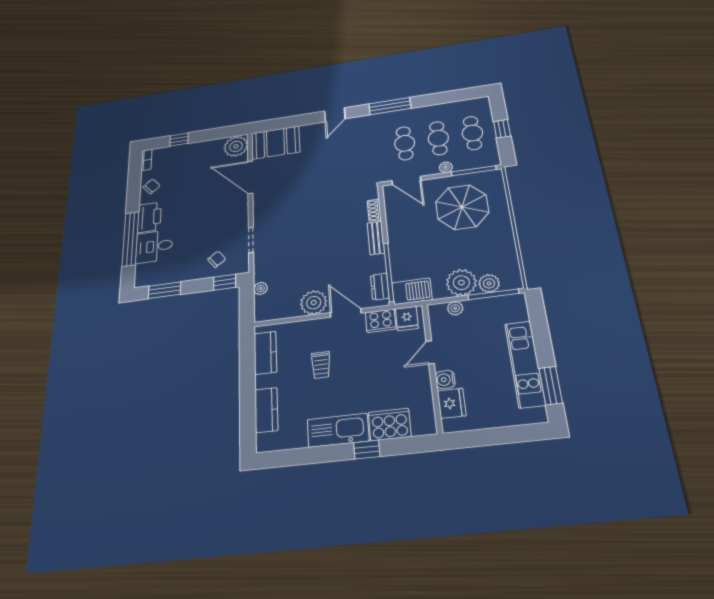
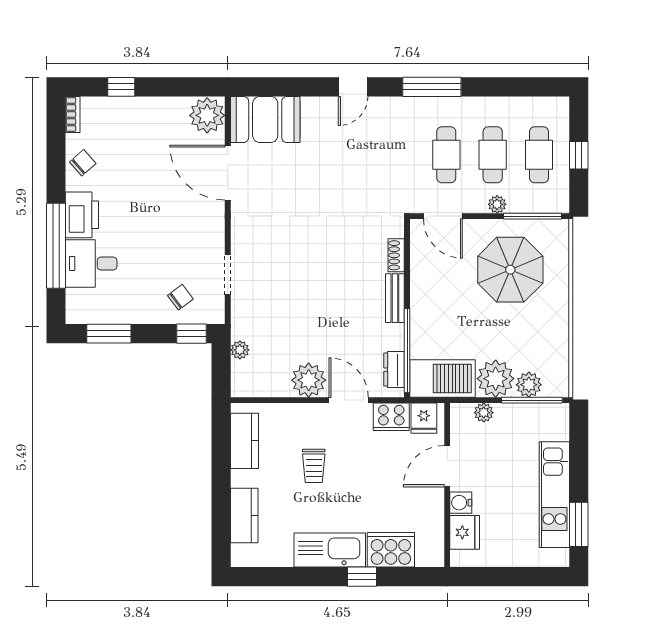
barbecue: (412, 291) -> (442, 379), width x1.37, depth x1.21
door: (430, 352) -> (447, 466), width x1.37

